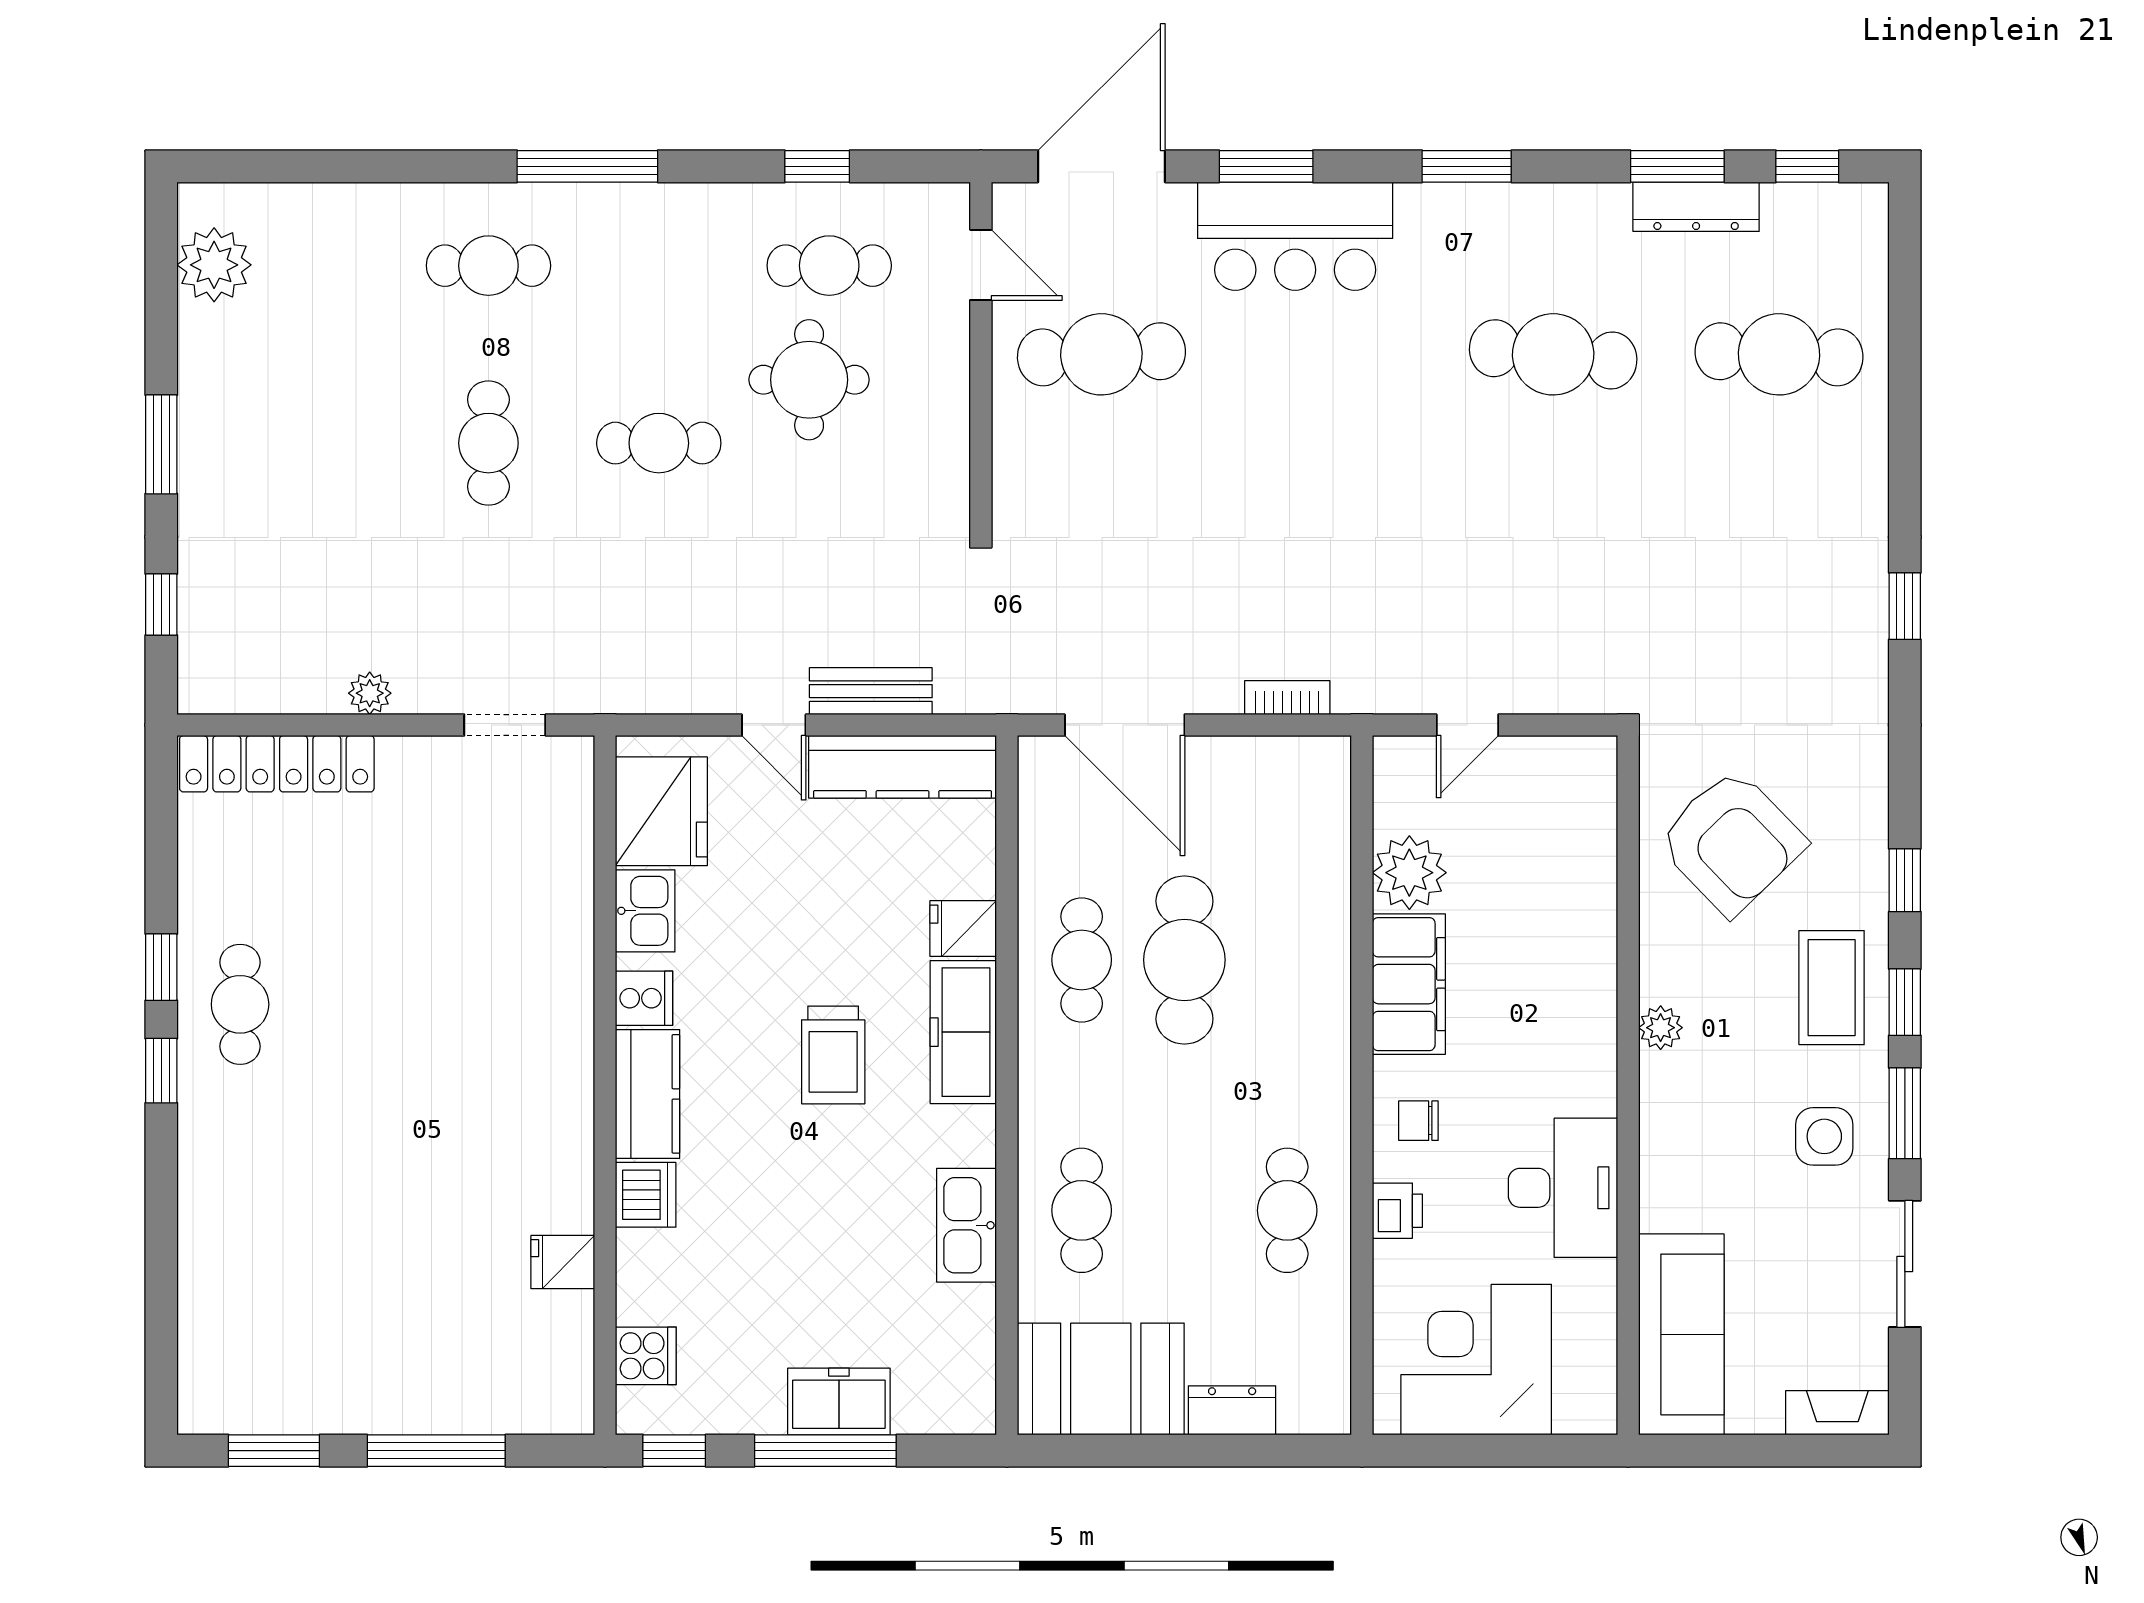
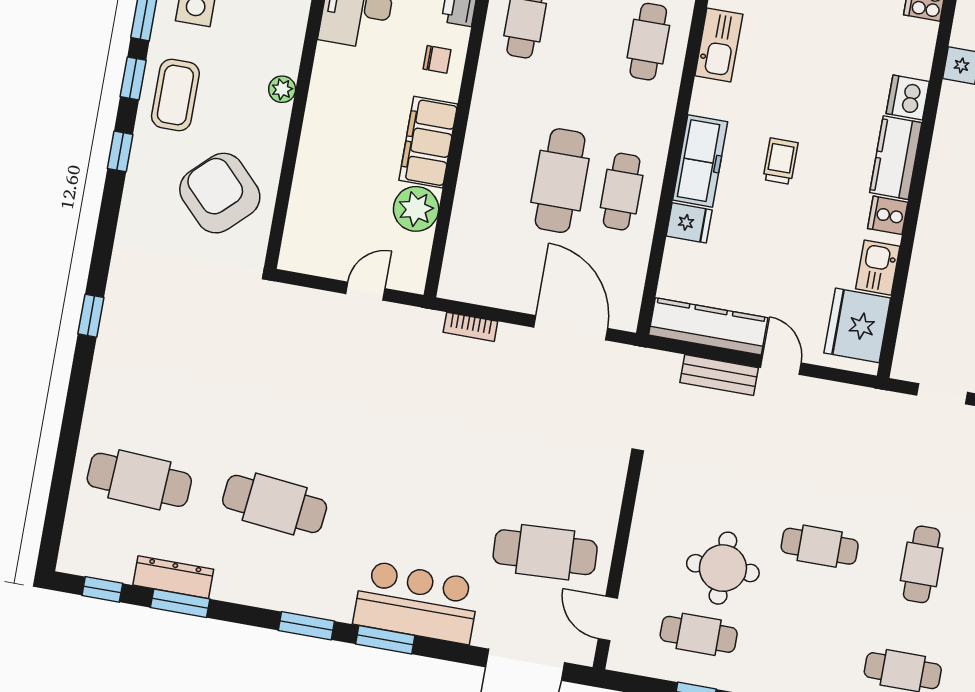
window: (1266, 166) -> (385, 640), moved
trolley: (833, 1055) -> (780, 161), width x0.73, depth x0.72

